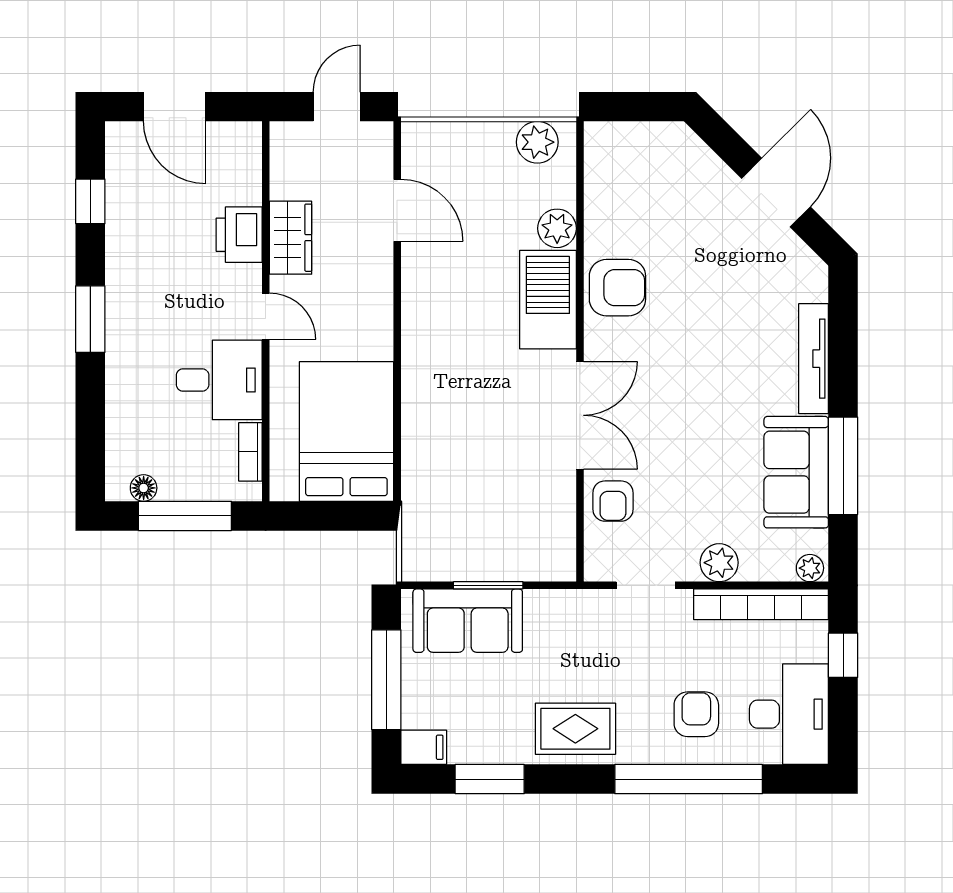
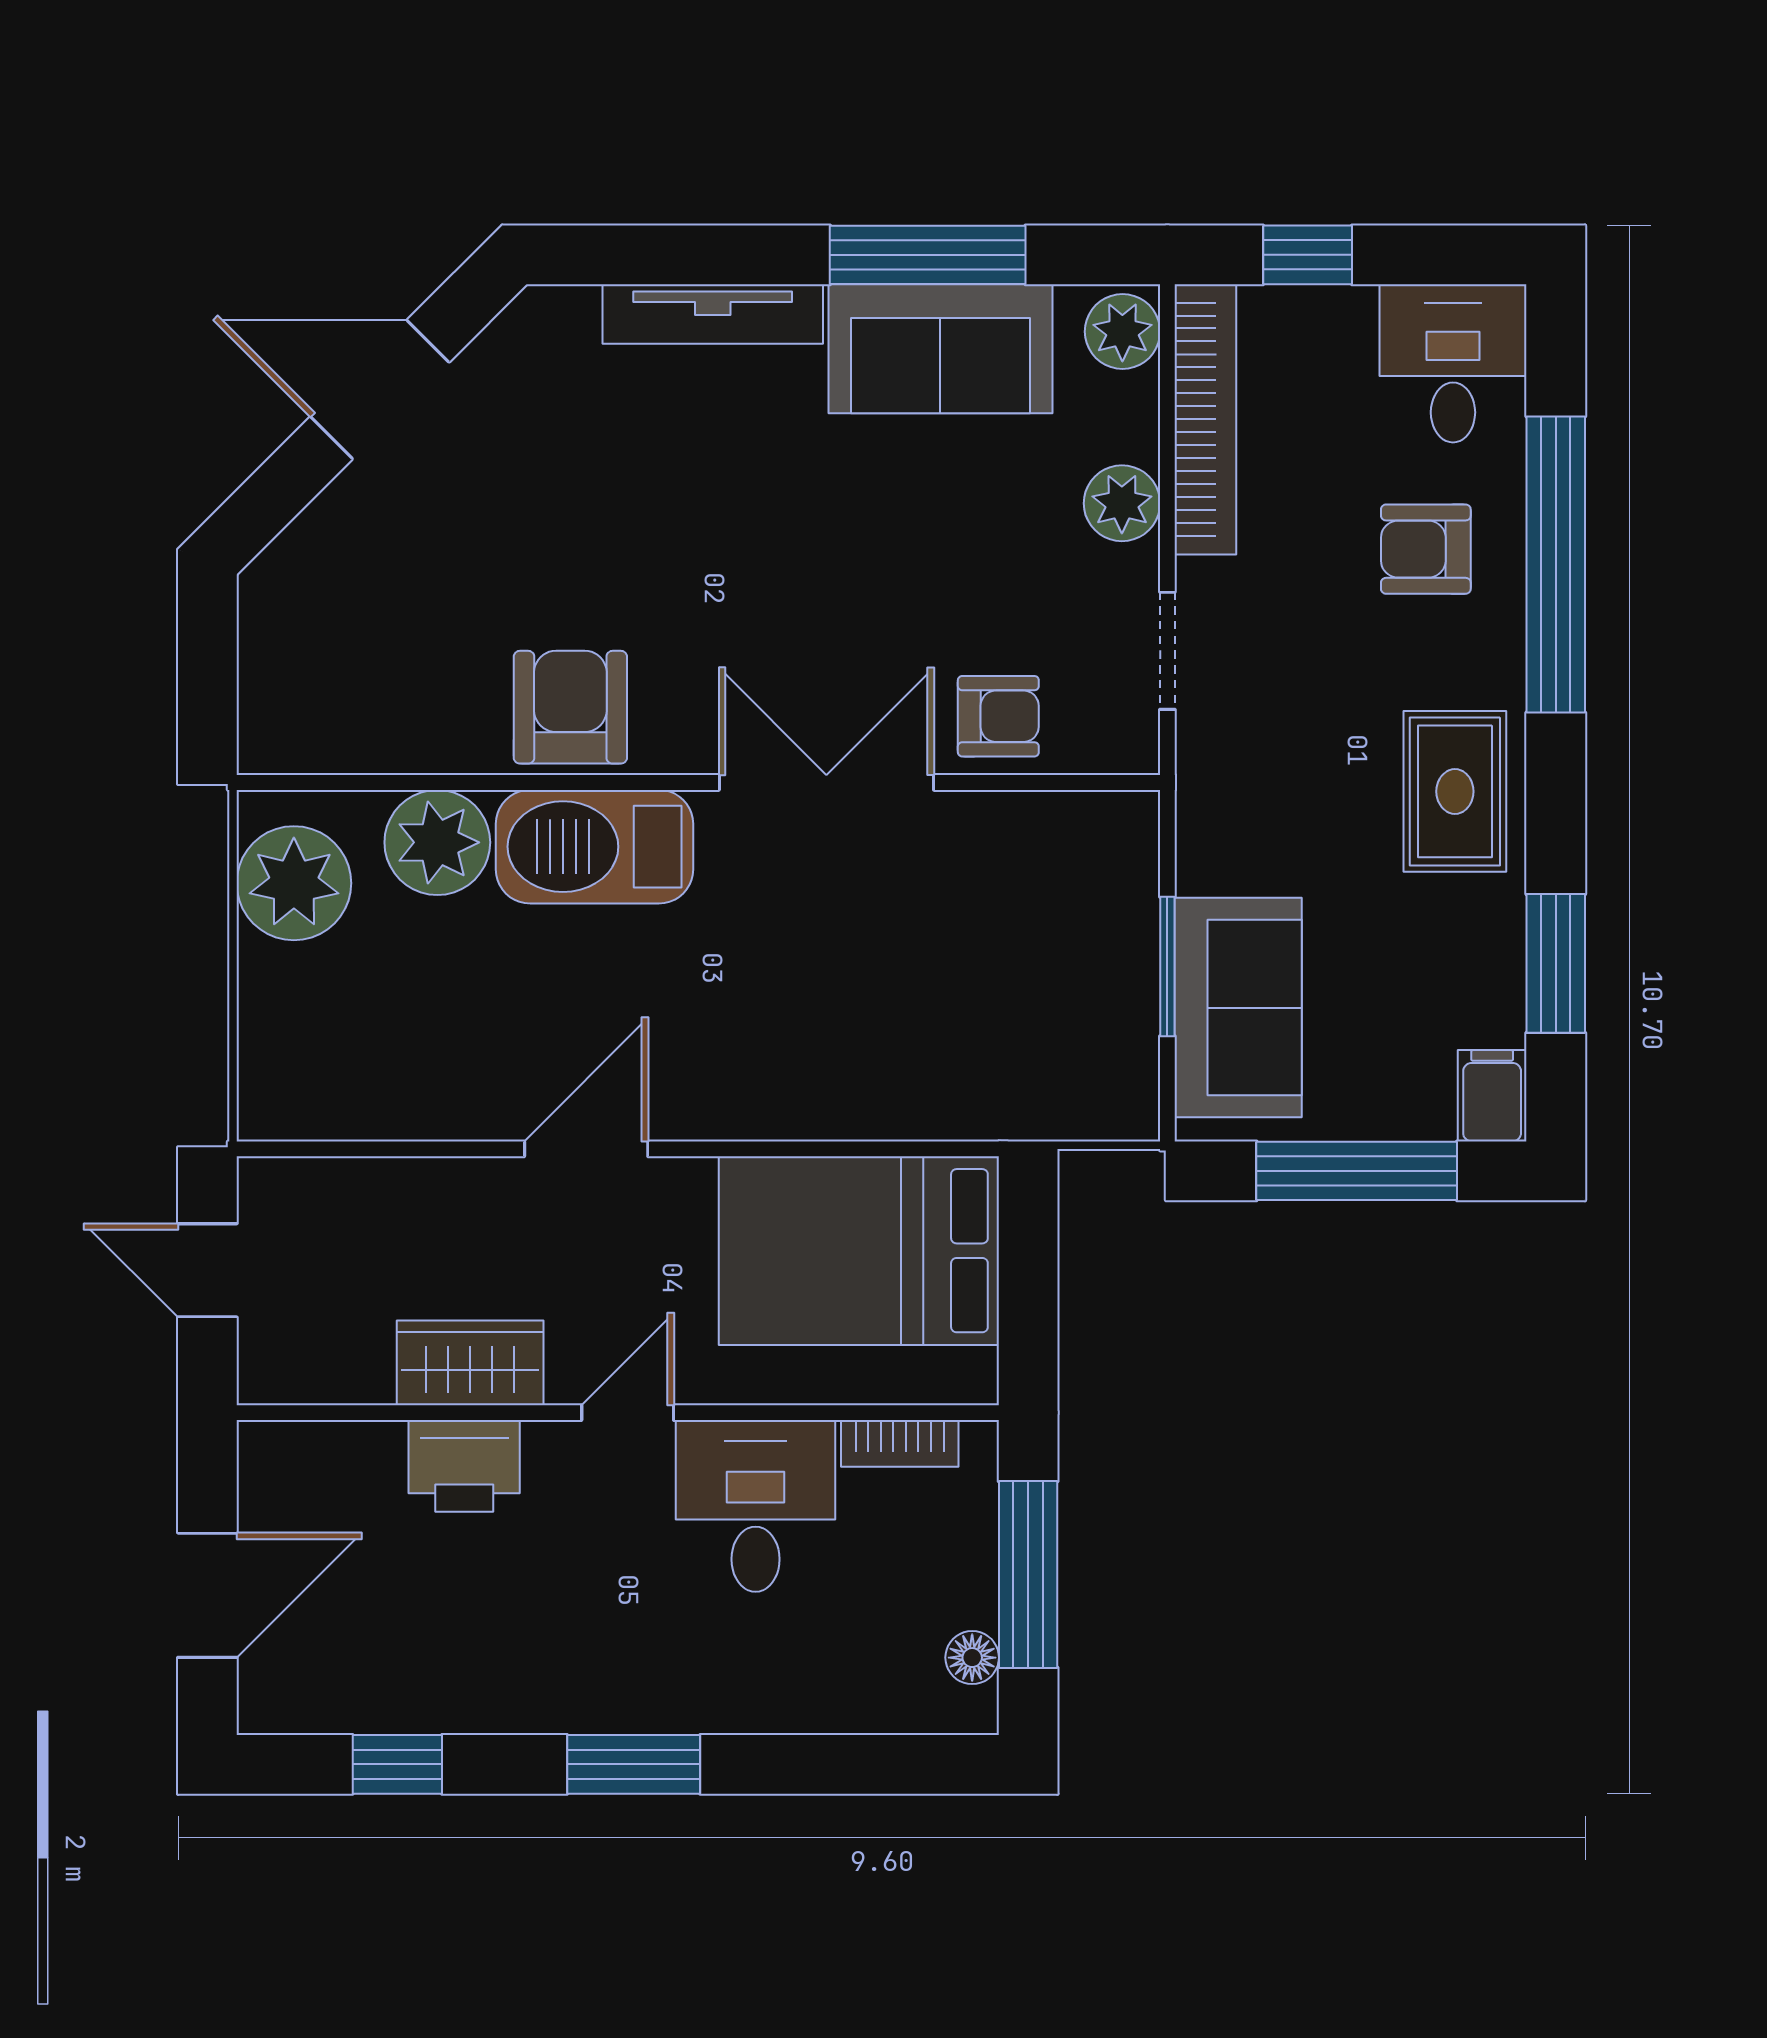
plant: (537, 142) -> (294, 883), width x1.36, depth x1.36
door: (397, 210) -> (586, 1149), moved
plant: (557, 228) -> (437, 842), width x1.36, depth x1.36
plant: (810, 568) -> (1122, 332), width x1.38, depth x1.38
desk: (789, 714) -> (1453, 363), width x0.73

